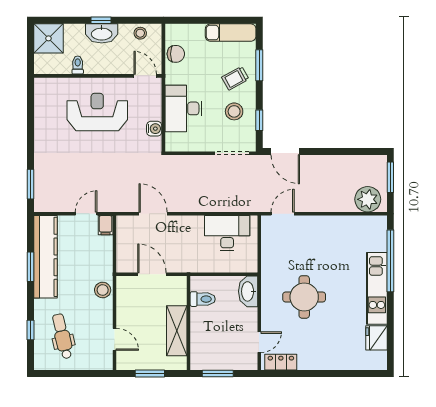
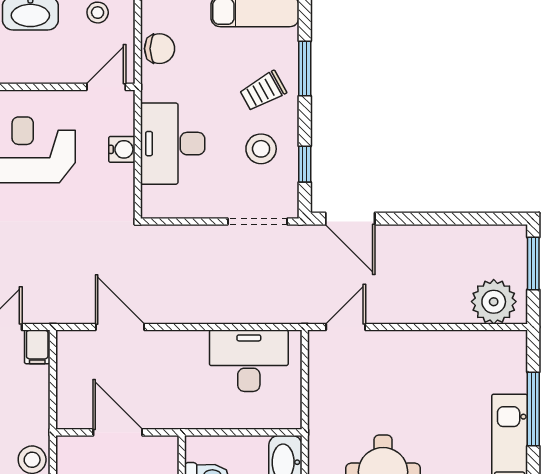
door: (145, 76) -> (106, 87), hinge flipped
water cooler: (154, 129) -> (122, 149), moved
window: (390, 261) -> (533, 409), width x0.68

